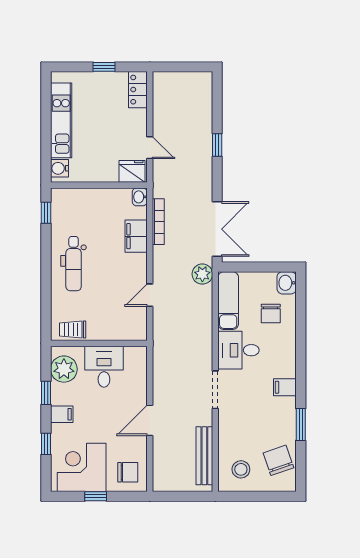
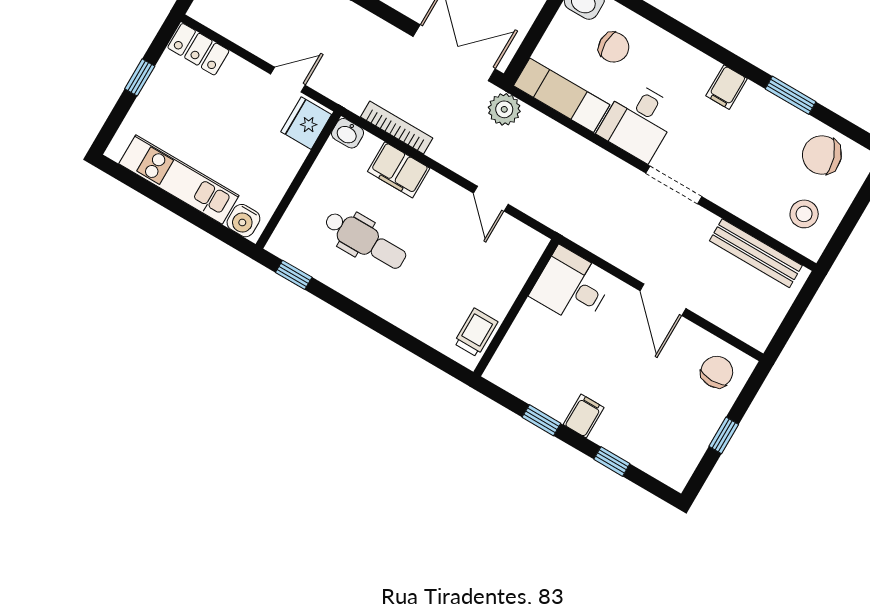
dental chair: (74, 264) -> (365, 240), moved
trolley: (73, 329) -> (476, 332), turned 180
desk: (104, 367) -> (572, 286), moved
plant: (64, 369) -> (523, 377), removed
corner desk: (82, 467) -> (673, 431), removed

